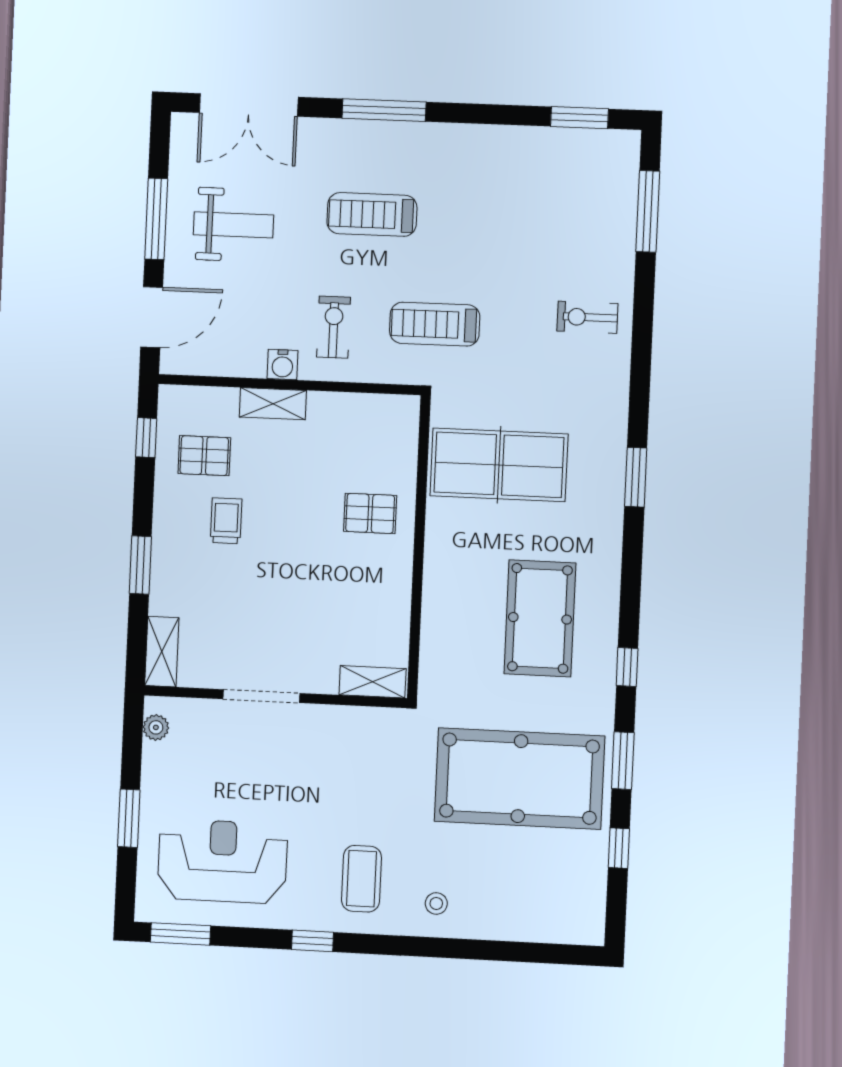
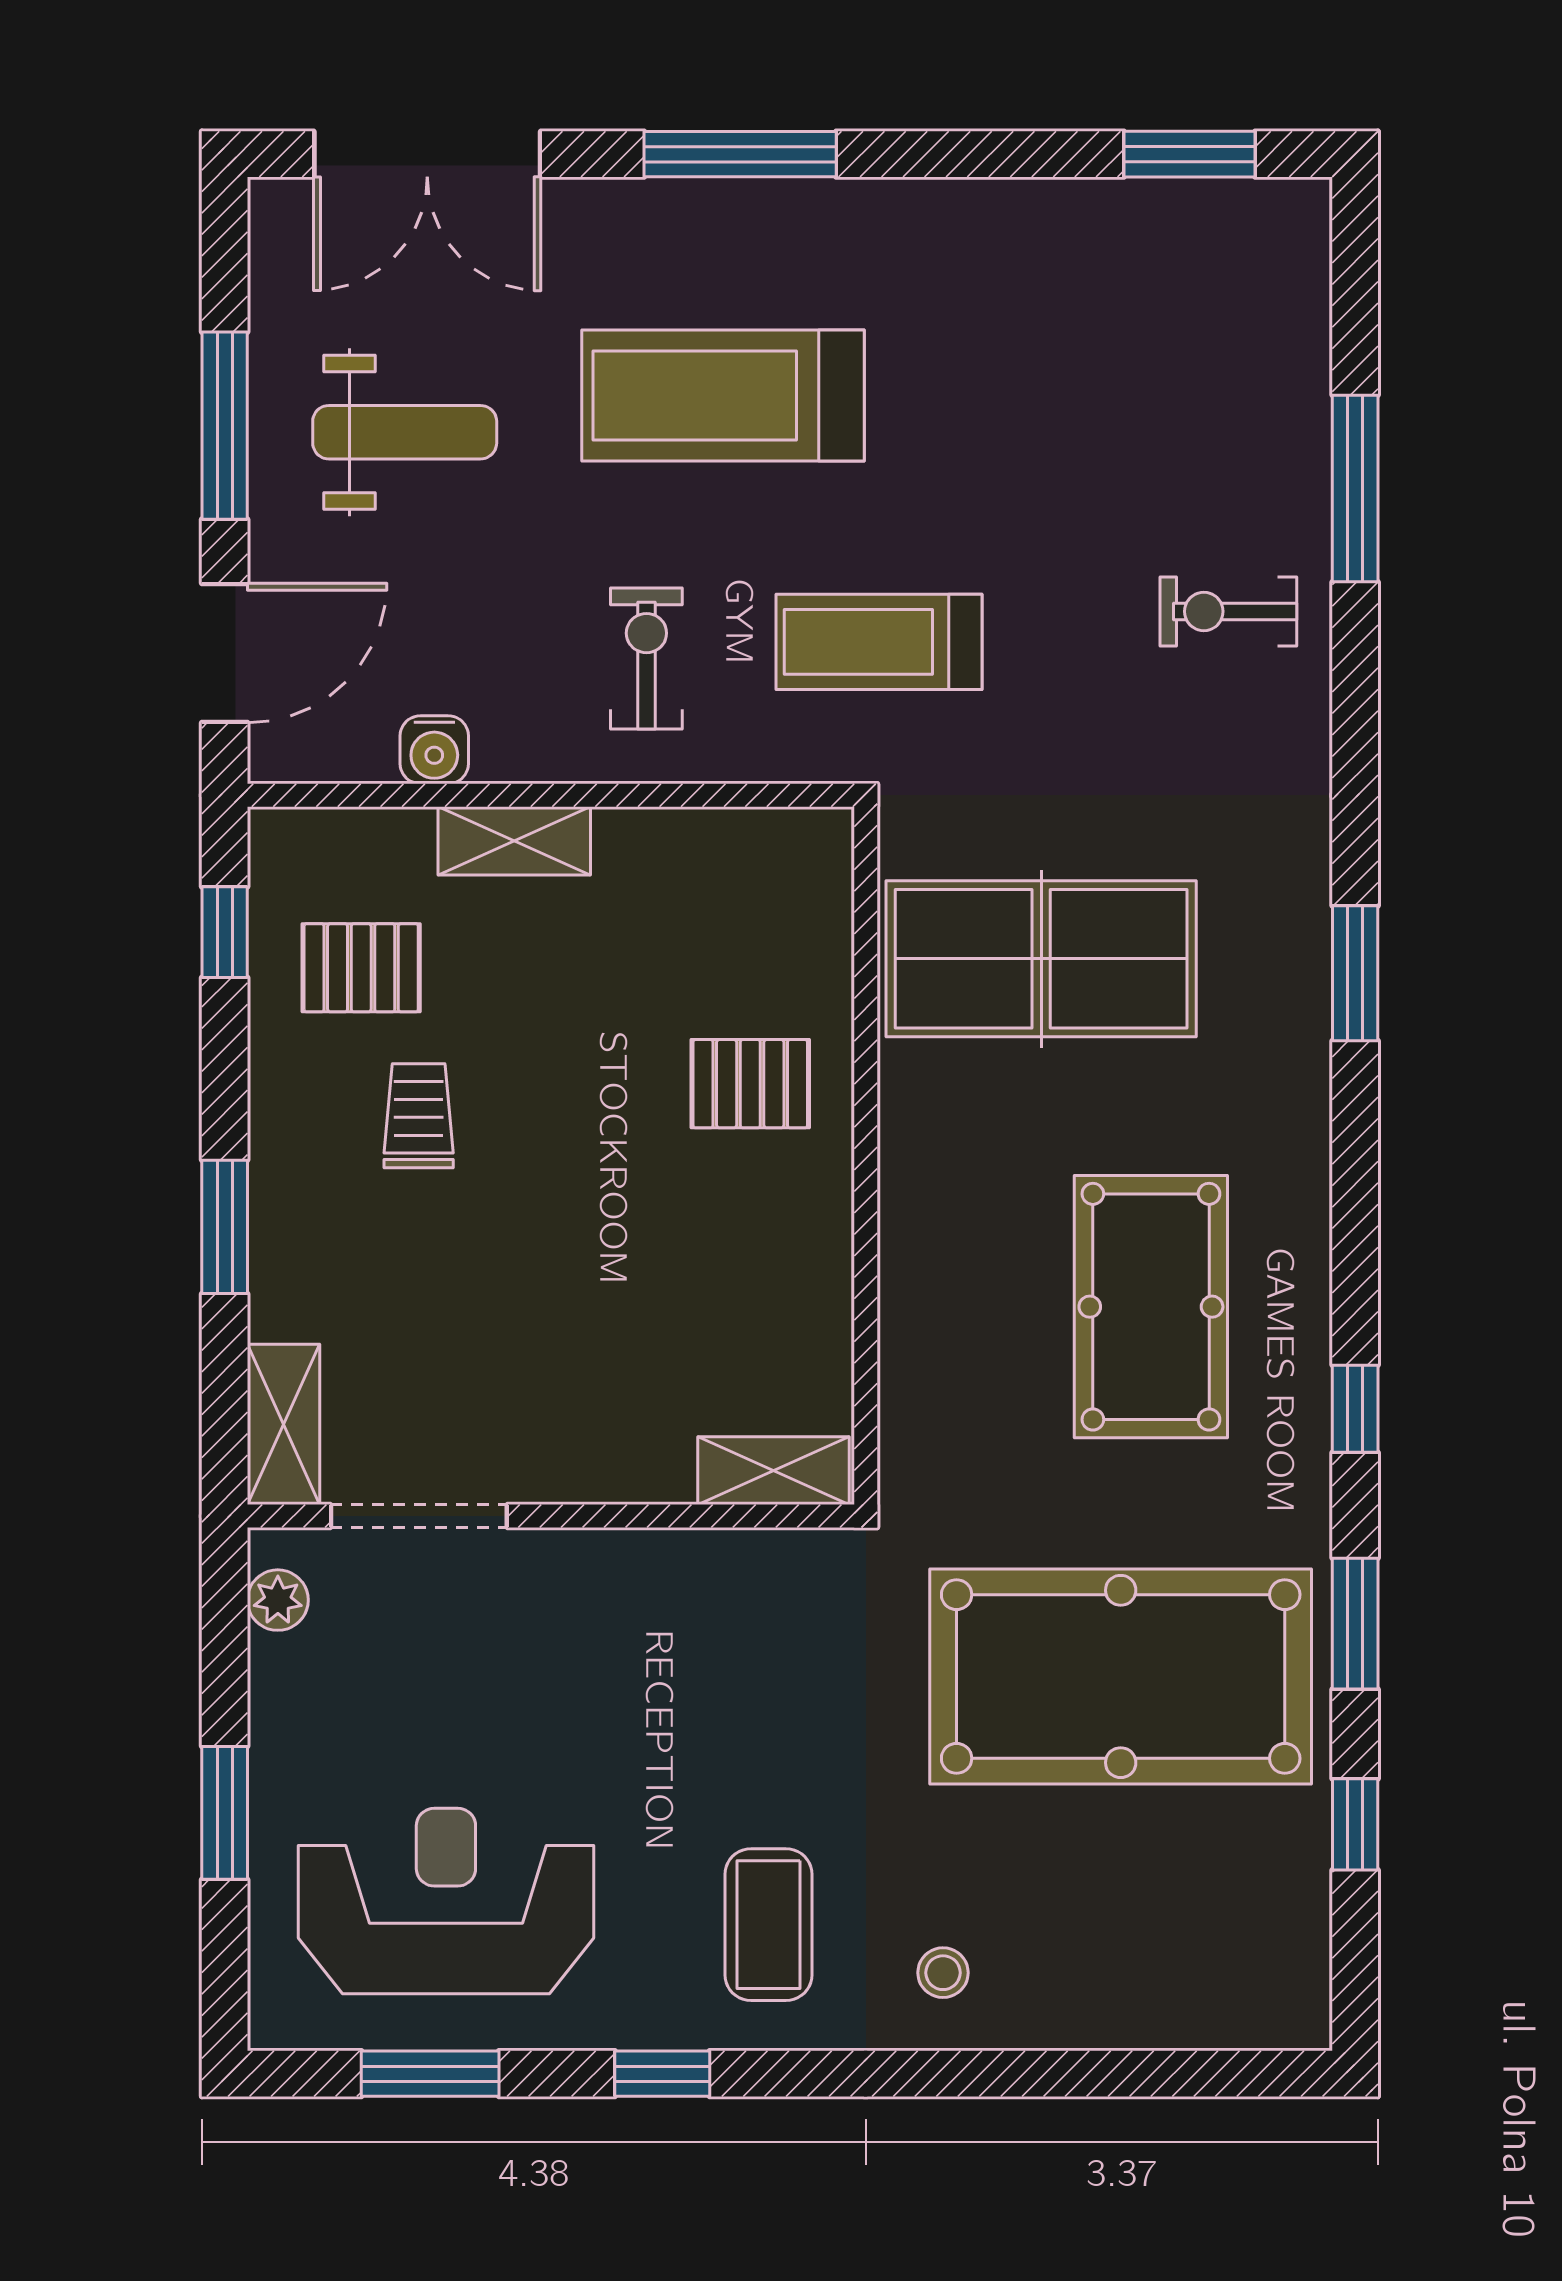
window: (648, 211) -> (1355, 488), moved
treadmill: (372, 214) -> (723, 396), width x1.37, depth x1.38
water cooler: (282, 365) -> (434, 750), moved
doorway: (261, 696) -> (419, 1516), moved
window: (180, 934) -> (430, 2074), moved

